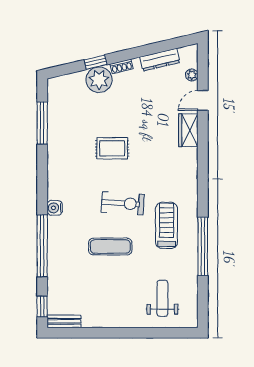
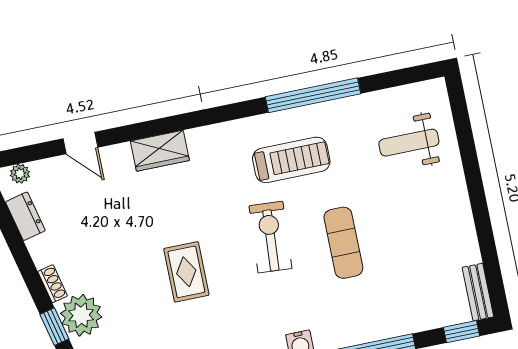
dresser: (160, 60) -> (25, 216), width x0.70
plant: (192, 75) -> (20, 174), moved
wardrobe: (188, 130) -> (160, 151), moved
treadmill: (167, 225) -> (291, 160), turned 180

